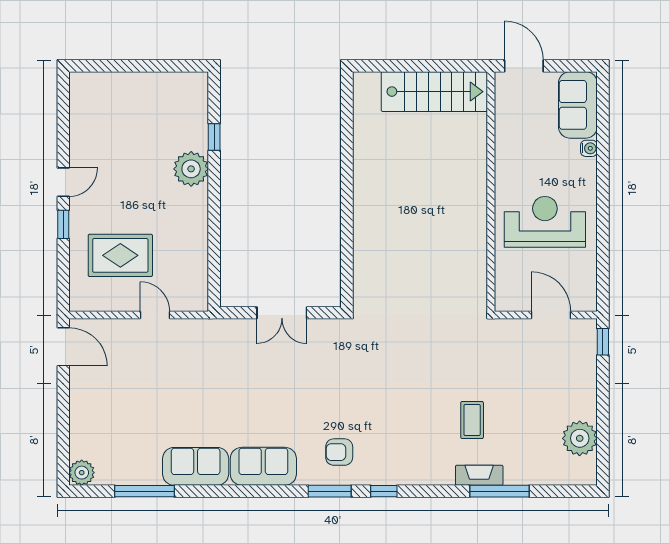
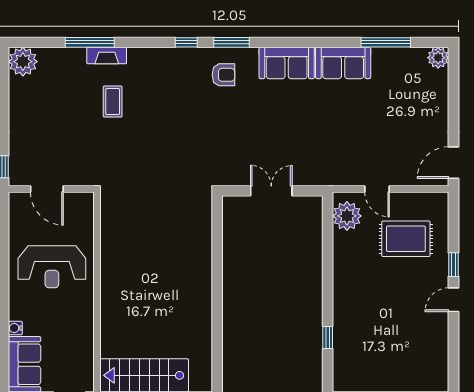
plant: (191, 169) -> (347, 216), moved
door: (63, 347) -> (453, 163), hinge flipped
plant: (580, 438) -> (23, 62), moved

